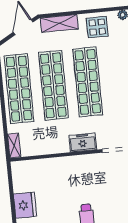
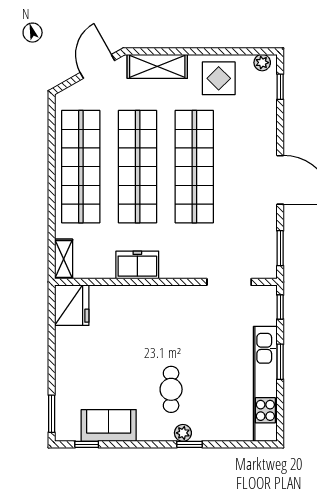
freezer: (83, 142) -> (137, 265), moved
fridge: (25, 205) -> (72, 305), moved

